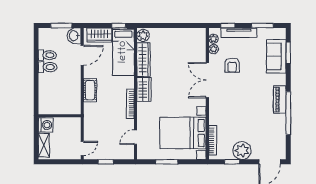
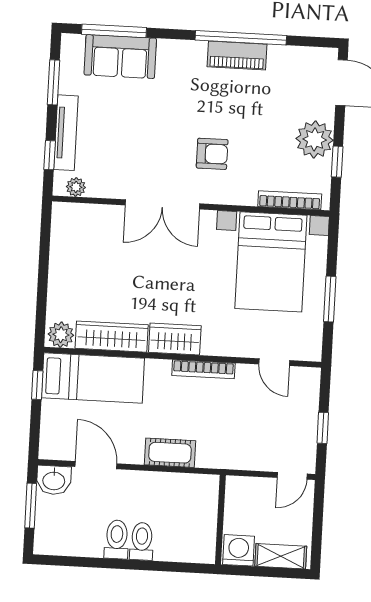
wardrobe: (99, 35) -> (55, 427), removed
plant: (214, 49) -> (98, 188), removed
window: (288, 53) -> (114, 31), width x1.44
toilet: (47, 55) -> (142, 541), moved
armchair: (232, 65) -> (212, 154), moved
piano: (280, 99) -> (237, 55), moved
door: (82, 149) -> (292, 476), swing flipped

